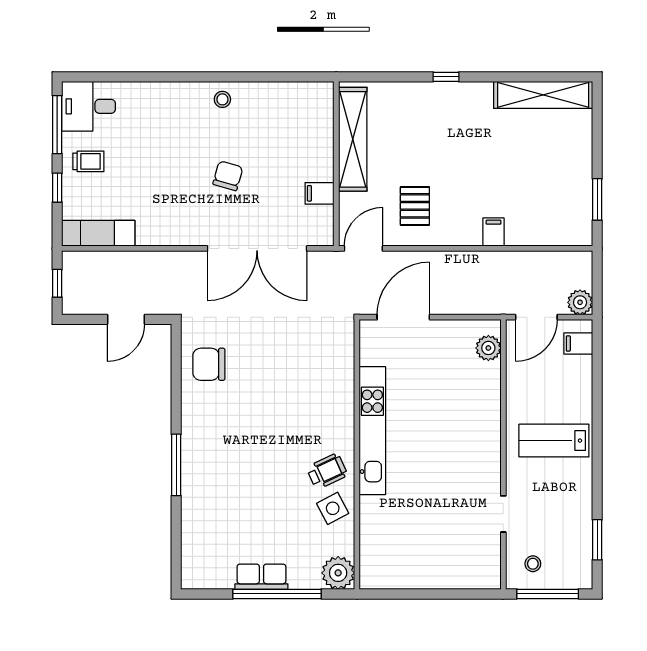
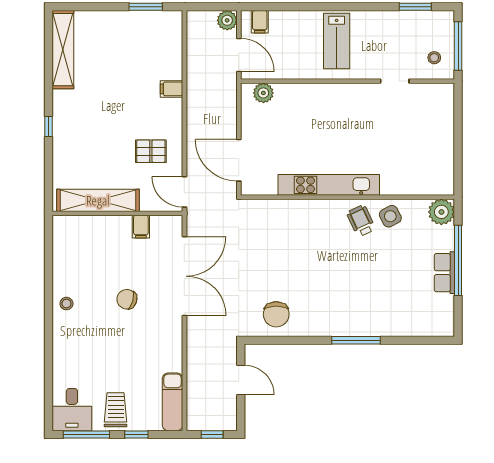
trolley: (88, 161) -> (116, 410), width x1.36, depth x1.39

